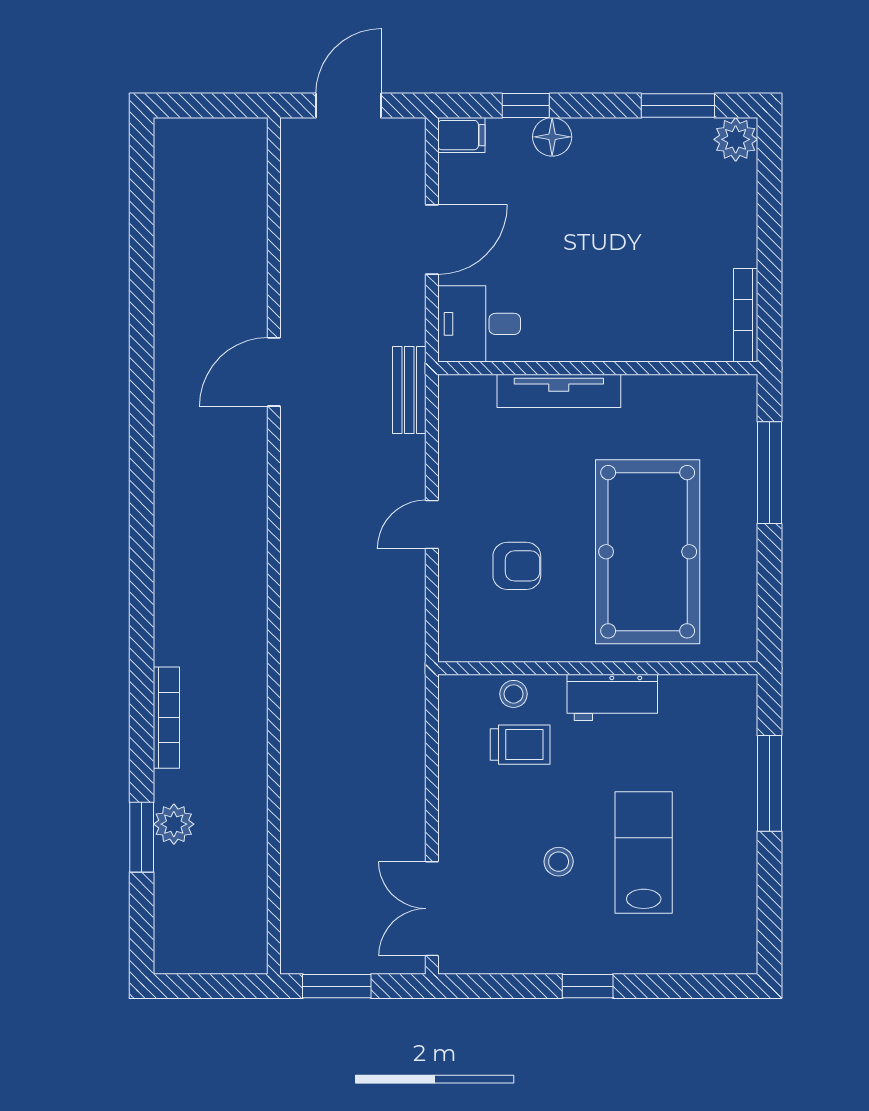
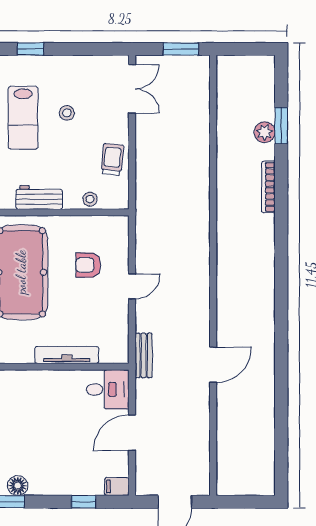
floor lamp: (552, 137) -> (18, 486), moved
trolley: (520, 745) -> (112, 159), moved, turned 96
window: (588, 986) -> (30, 49), moved

